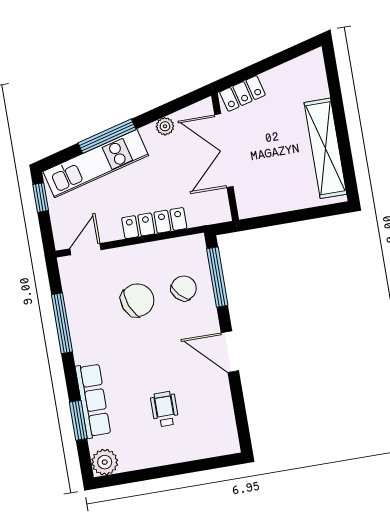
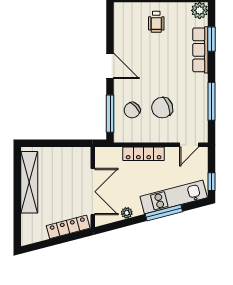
locker: (242, 93) -> (68, 227), width x1.53
wheelchair: (165, 409) -> (156, 22), moved

